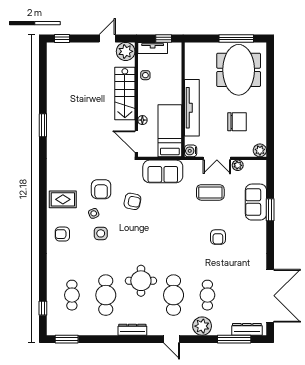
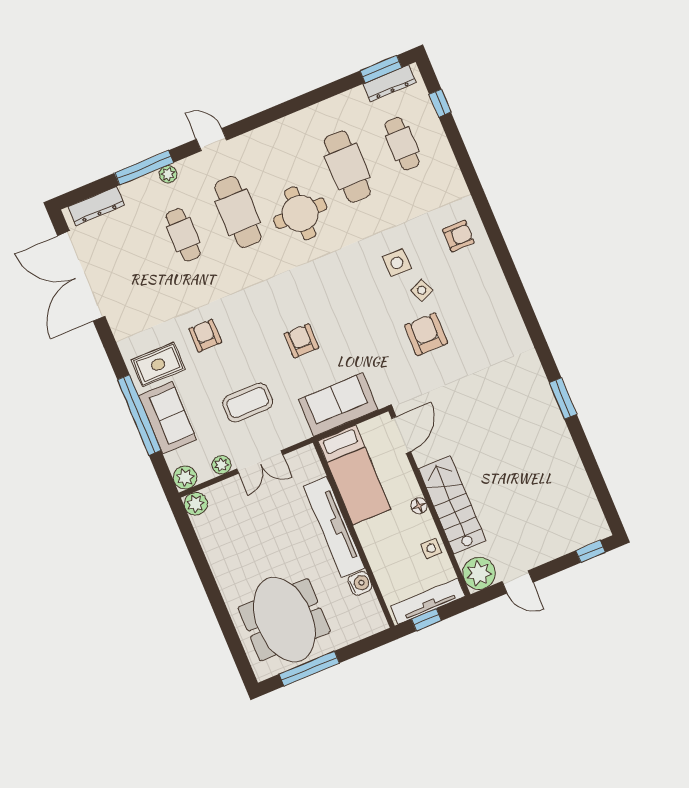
door: (107, 38) -> (518, 582), hinge flipped
tv unit: (153, 48) -> (428, 601), width x1.41
floor lamp: (142, 120) -> (419, 506), moved
chair: (237, 122) -> (252, 535), removed
door: (136, 142) -> (401, 435), hinge flipped
water cooler: (191, 151) -> (360, 583), moved
double door: (217, 158) -> (260, 462), swing flipped
plant: (260, 167) -> (185, 478), added
rug: (63, 199) -> (158, 365), moved
armchair: (132, 201) -> (301, 341), moved, turned 78
window: (270, 210) -> (139, 415), width x2.11
plant: (202, 326) -> (168, 174), width x0.53, depth x0.53
dresser: (132, 330) -> (390, 83), moved
window: (234, 339) -> (144, 168), moved

